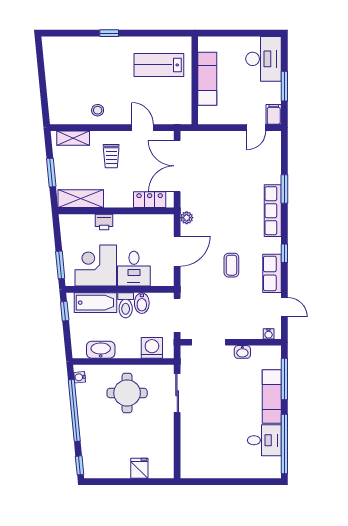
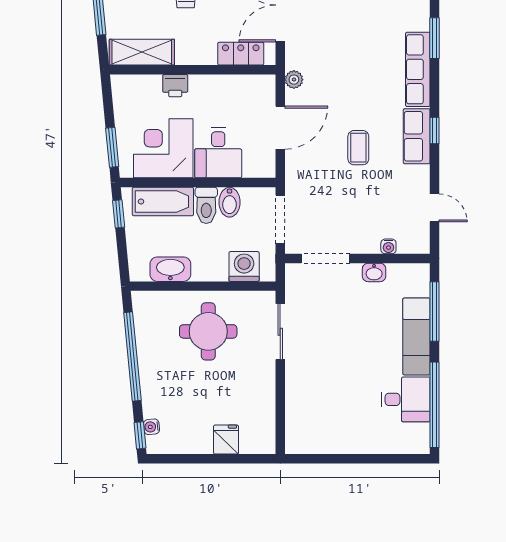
row of seats: (272, 273) -> (417, 136), moved
water cooler: (269, 334) -> (388, 246), moved
water cooler: (80, 377) -> (152, 427), moved

